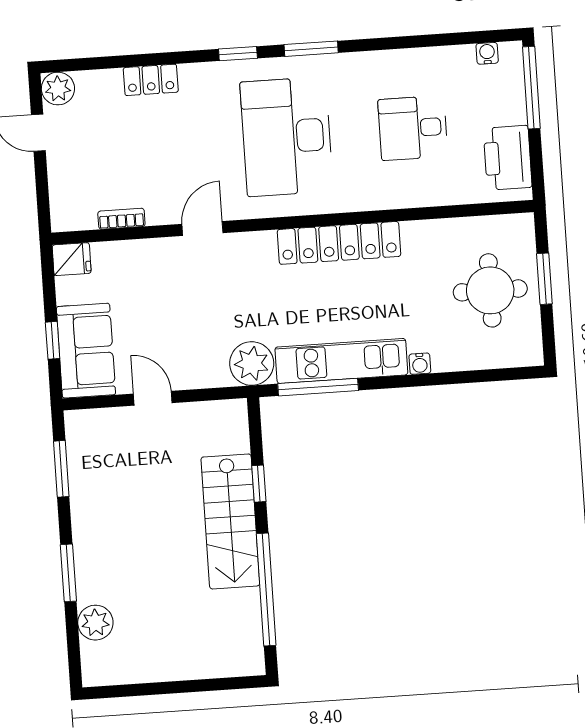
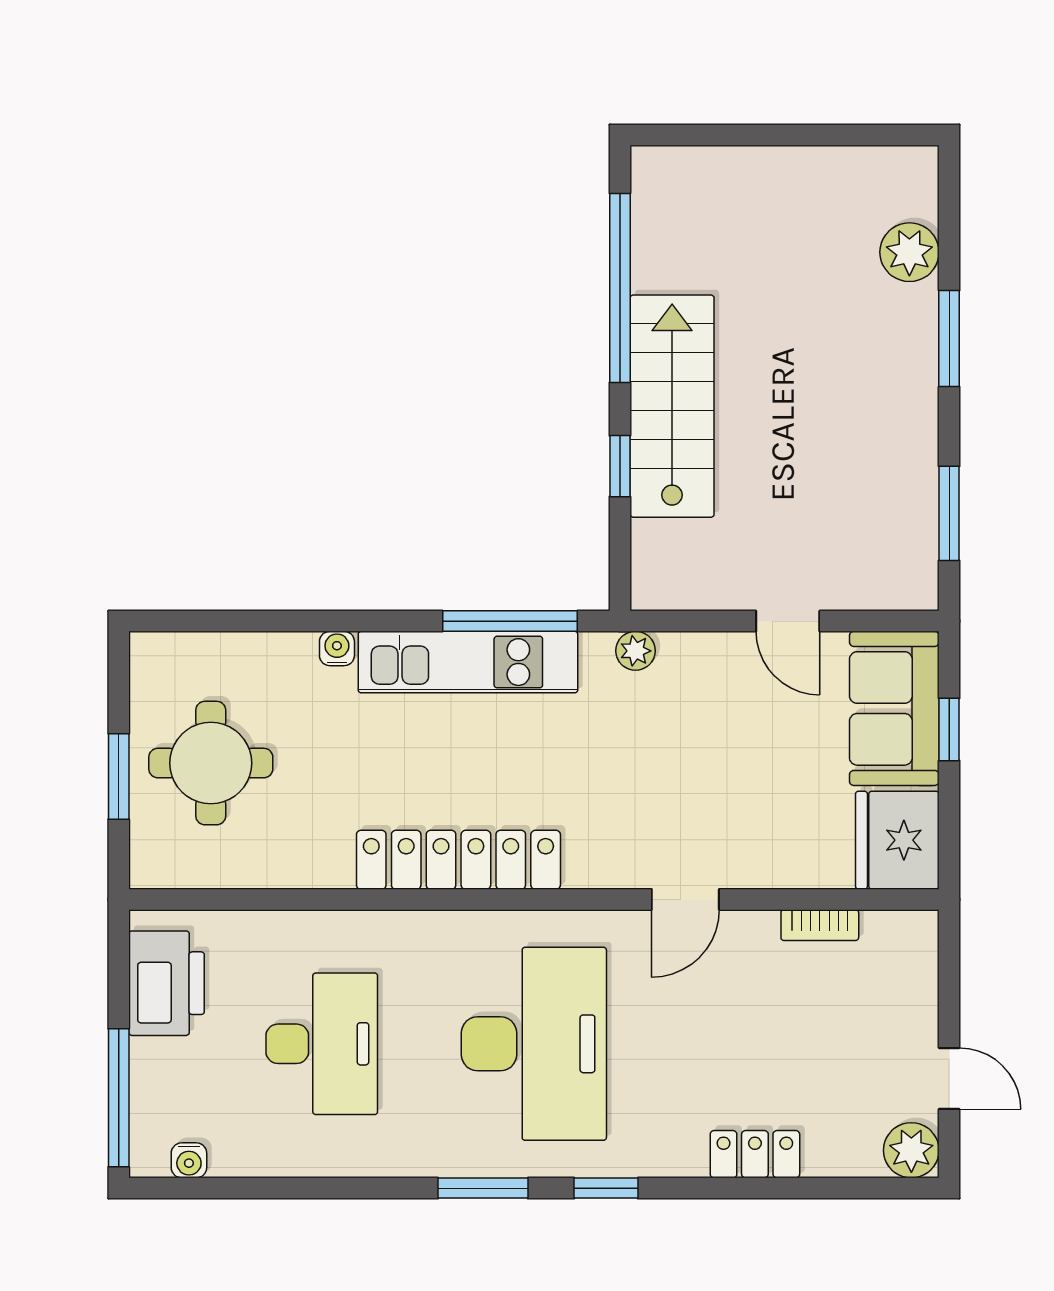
desk: (413, 128) -> (322, 1044), width x1.37
fridge: (72, 259) -> (897, 840), width x1.88, depth x1.34
plant: (252, 364) -> (636, 651), width x0.53, depth x0.53

